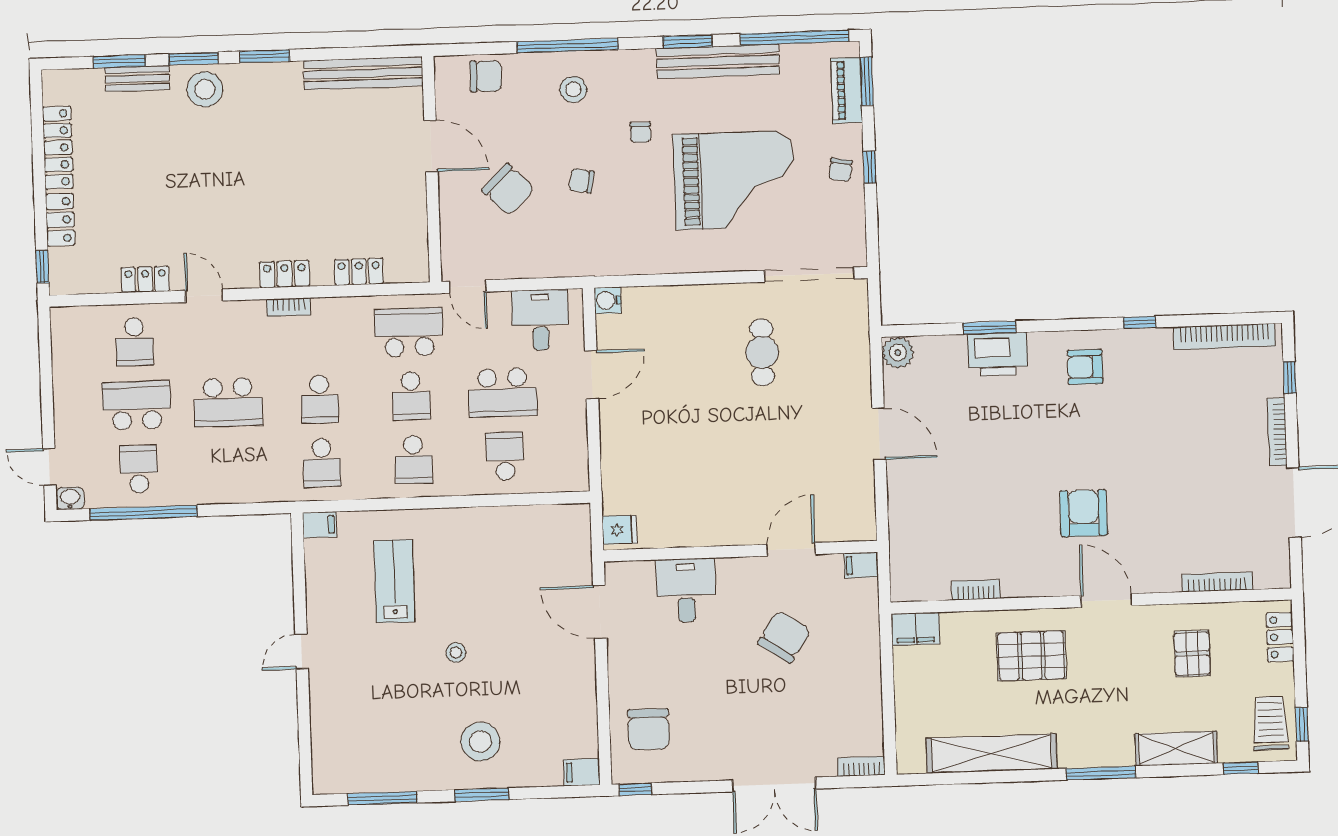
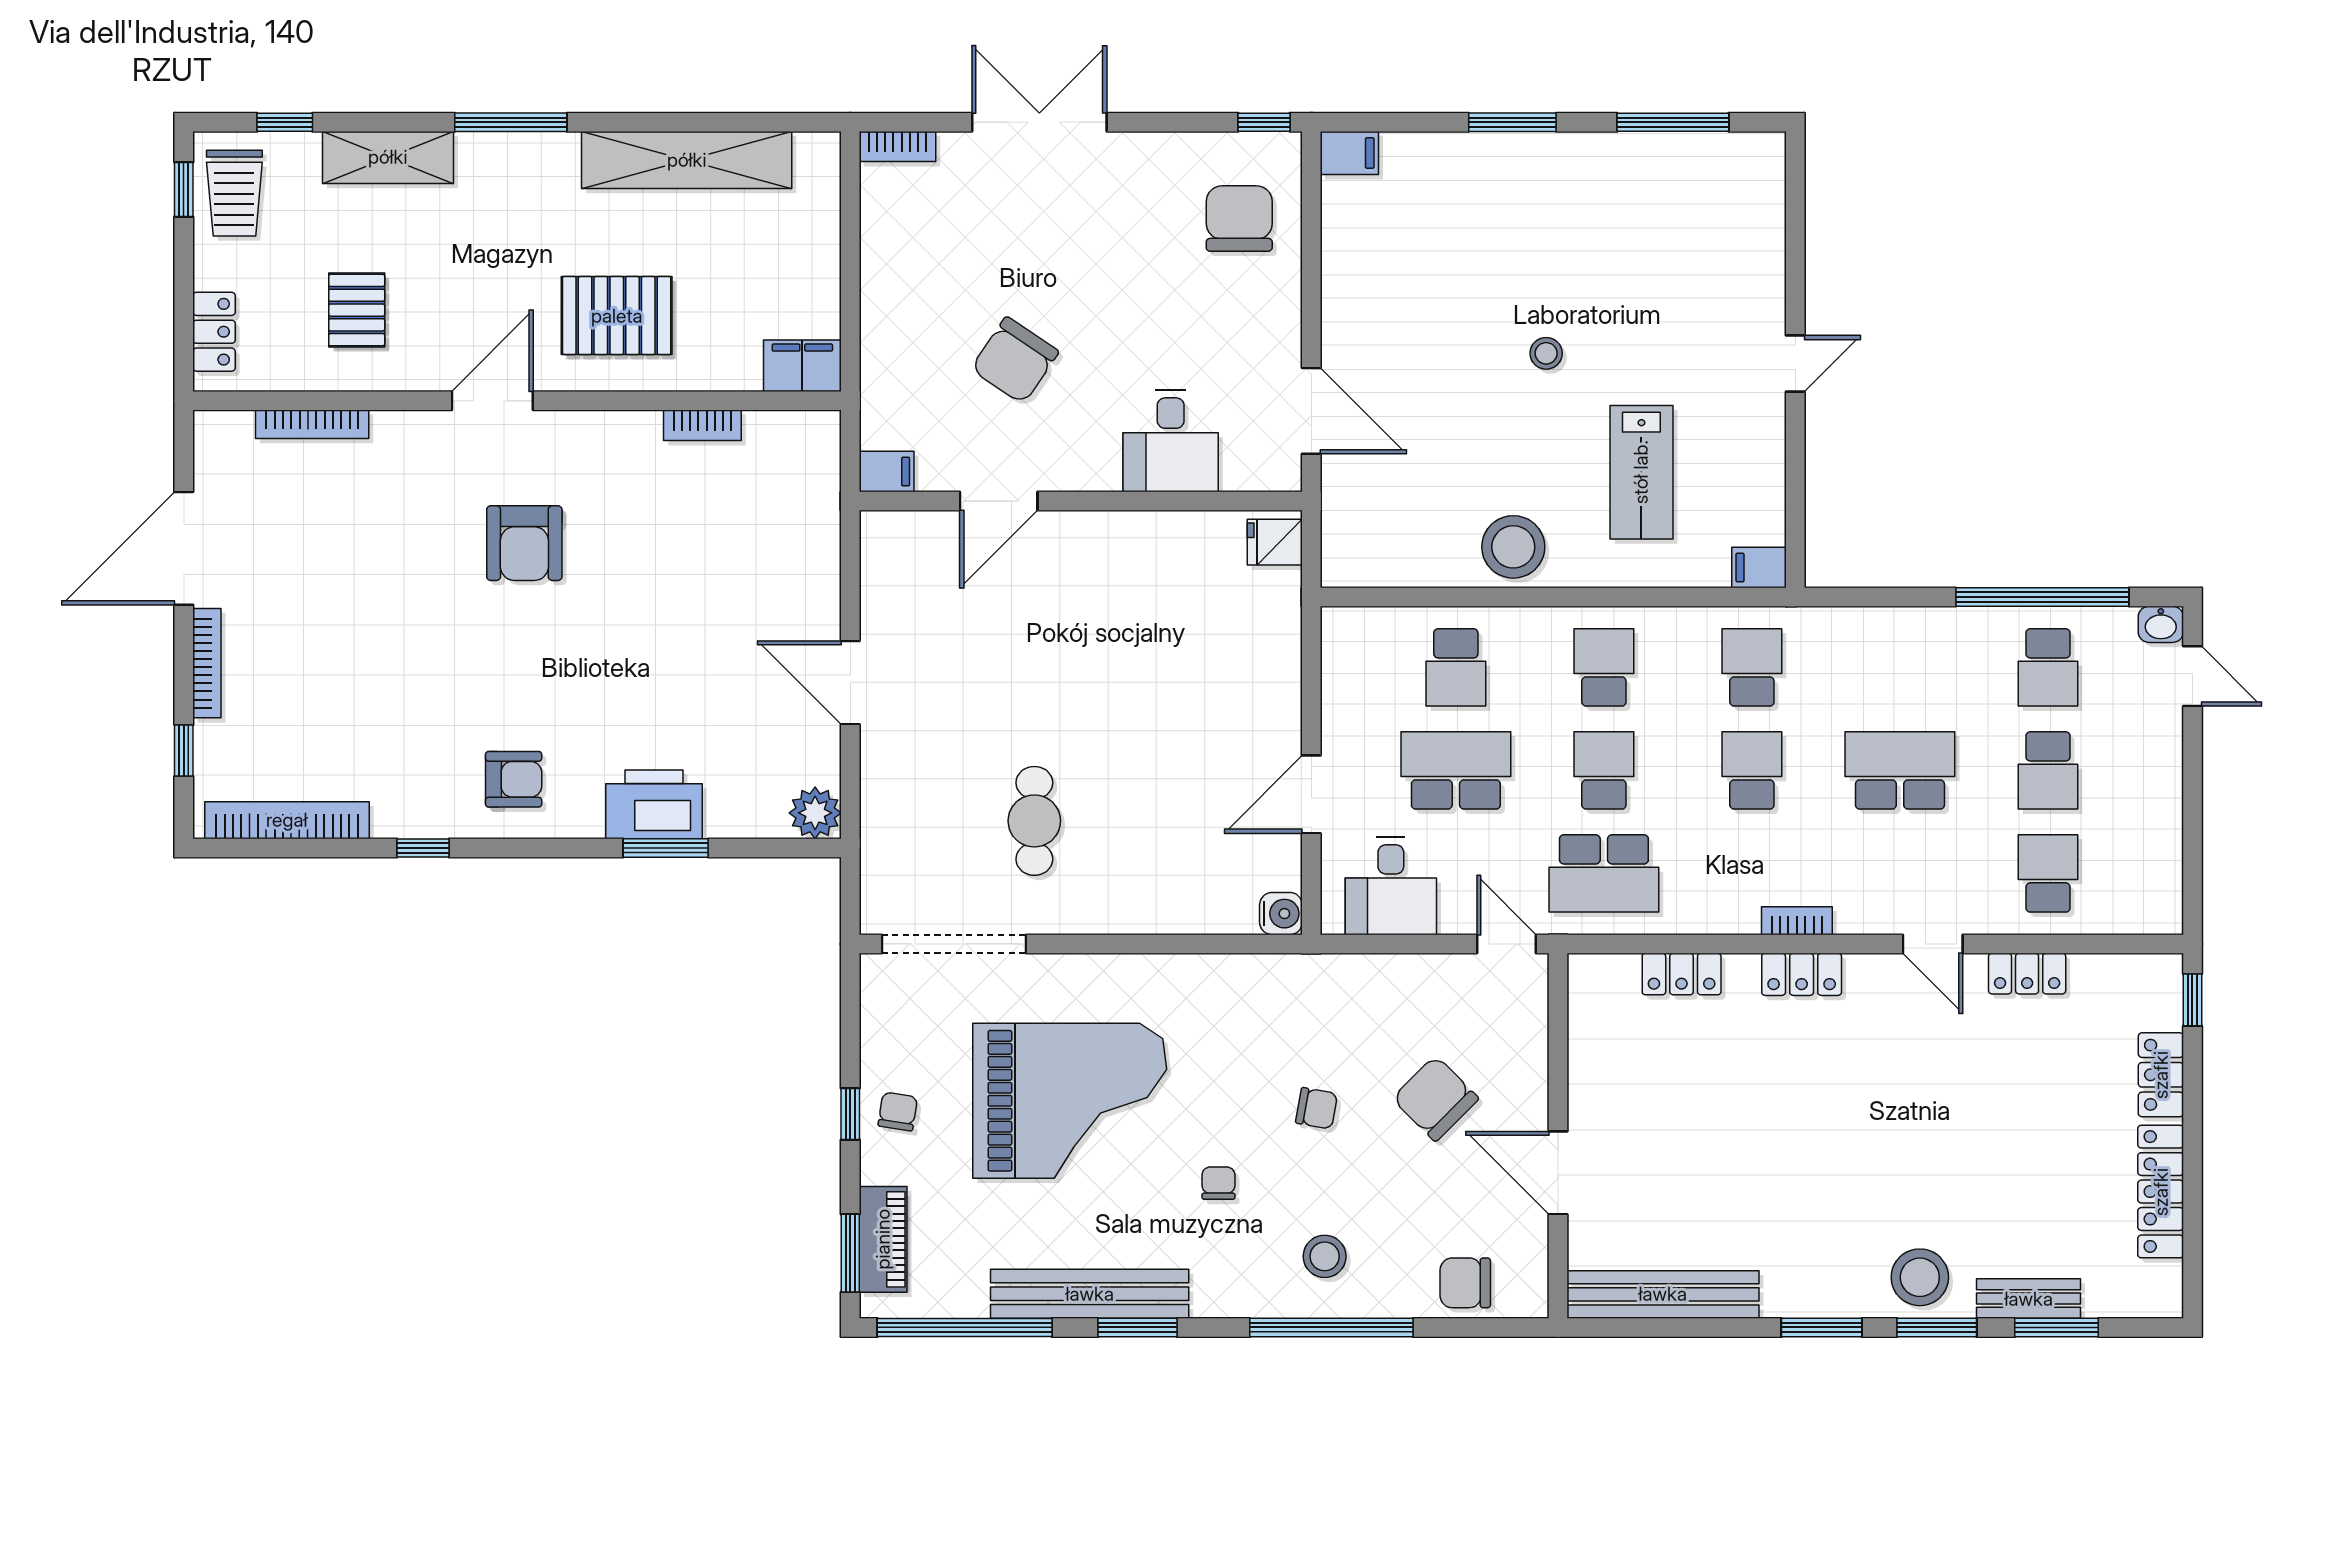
grand piano: (734, 180) -> (1070, 1101), turned 180
school desk: (137, 405) -> (2048, 770), width x0.54
door: (1106, 601) -> (492, 401), swing flipped
stool: (480, 742) -> (1513, 547), moved

